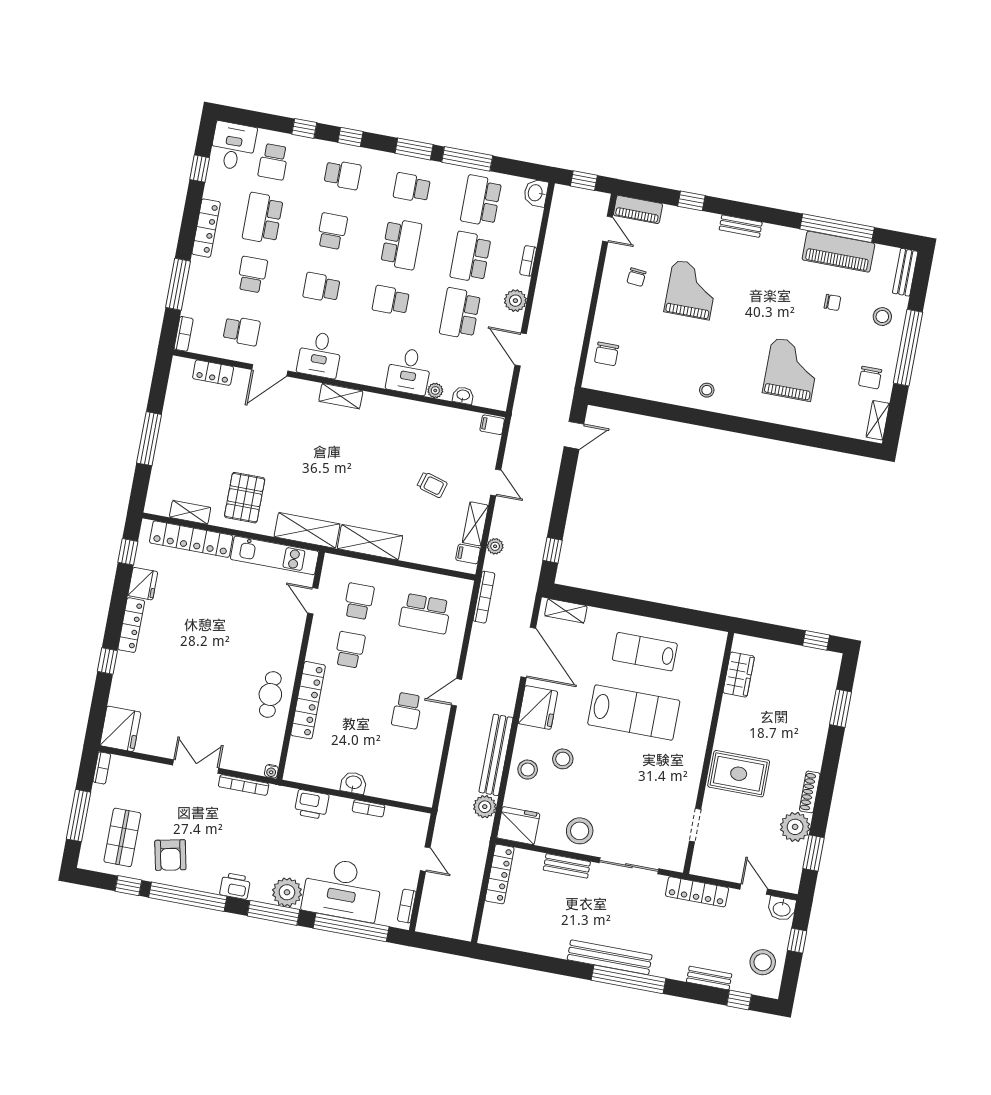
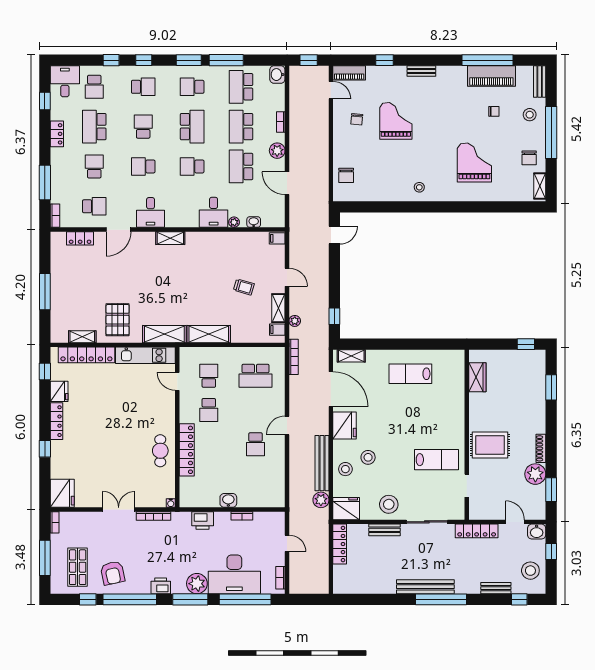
locker: (206, 228) -> (57, 134), width x0.66
school desk: (350, 650) -> (209, 410), turned 180
lab bench: (634, 713) -> (436, 460), moved, width x0.73, depth x0.72

